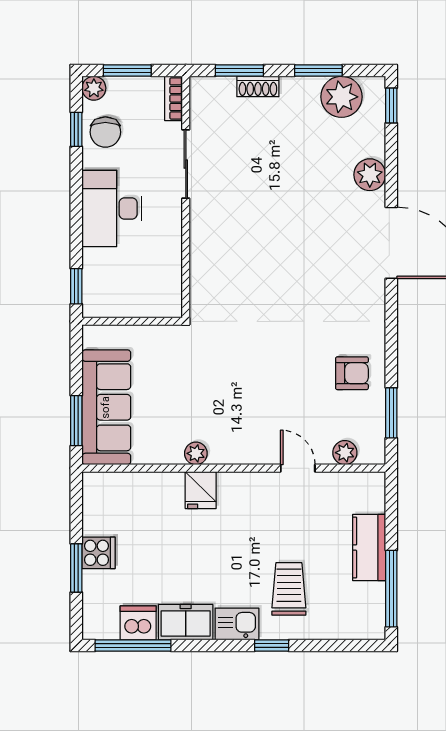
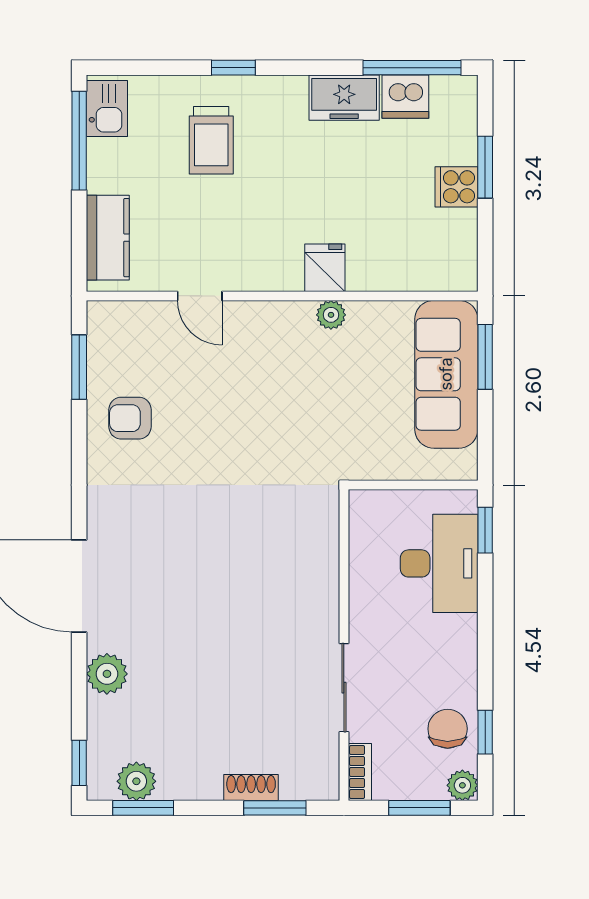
window: (318, 71) -> (143, 808), moved
plant: (341, 97) -> (136, 781), width x0.73, depth x0.73
desk: (112, 208) -> (439, 563), moved
plant: (345, 453) -> (139, 316), removed
kitchen counter: (369, 548) -> (108, 238), moved
kitchen sink: (237, 624) -> (107, 108), moved, turned -90

